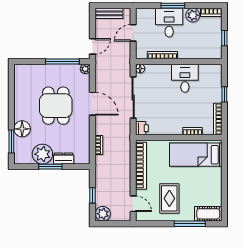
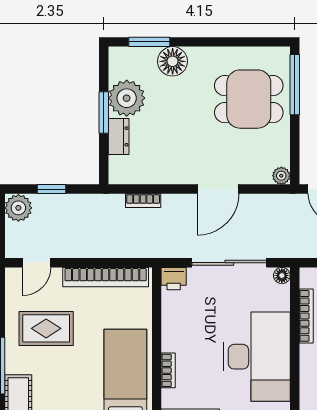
window: (62, 61) -> (295, 85), moved
desk: (185, 78) -> (257, 357), width x1.87, depth x1.30
dining table: (56, 106) -> (249, 99), moved

